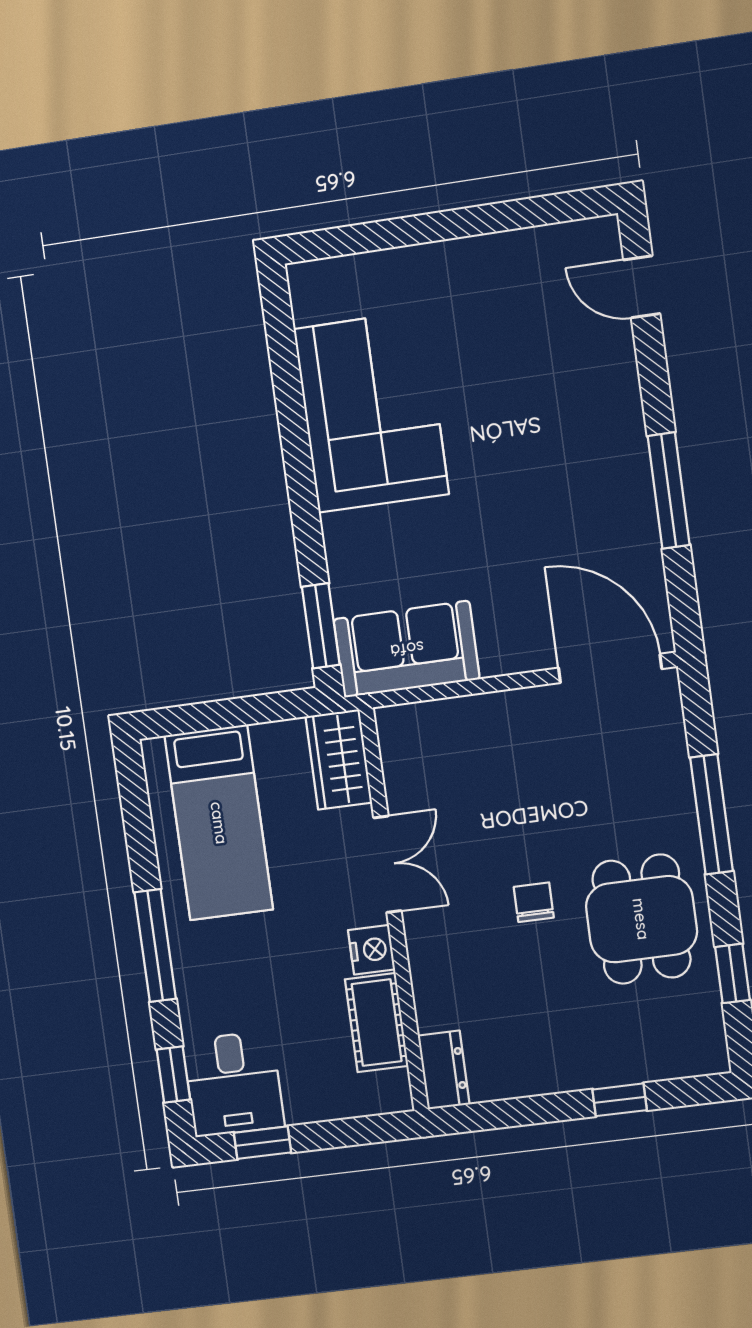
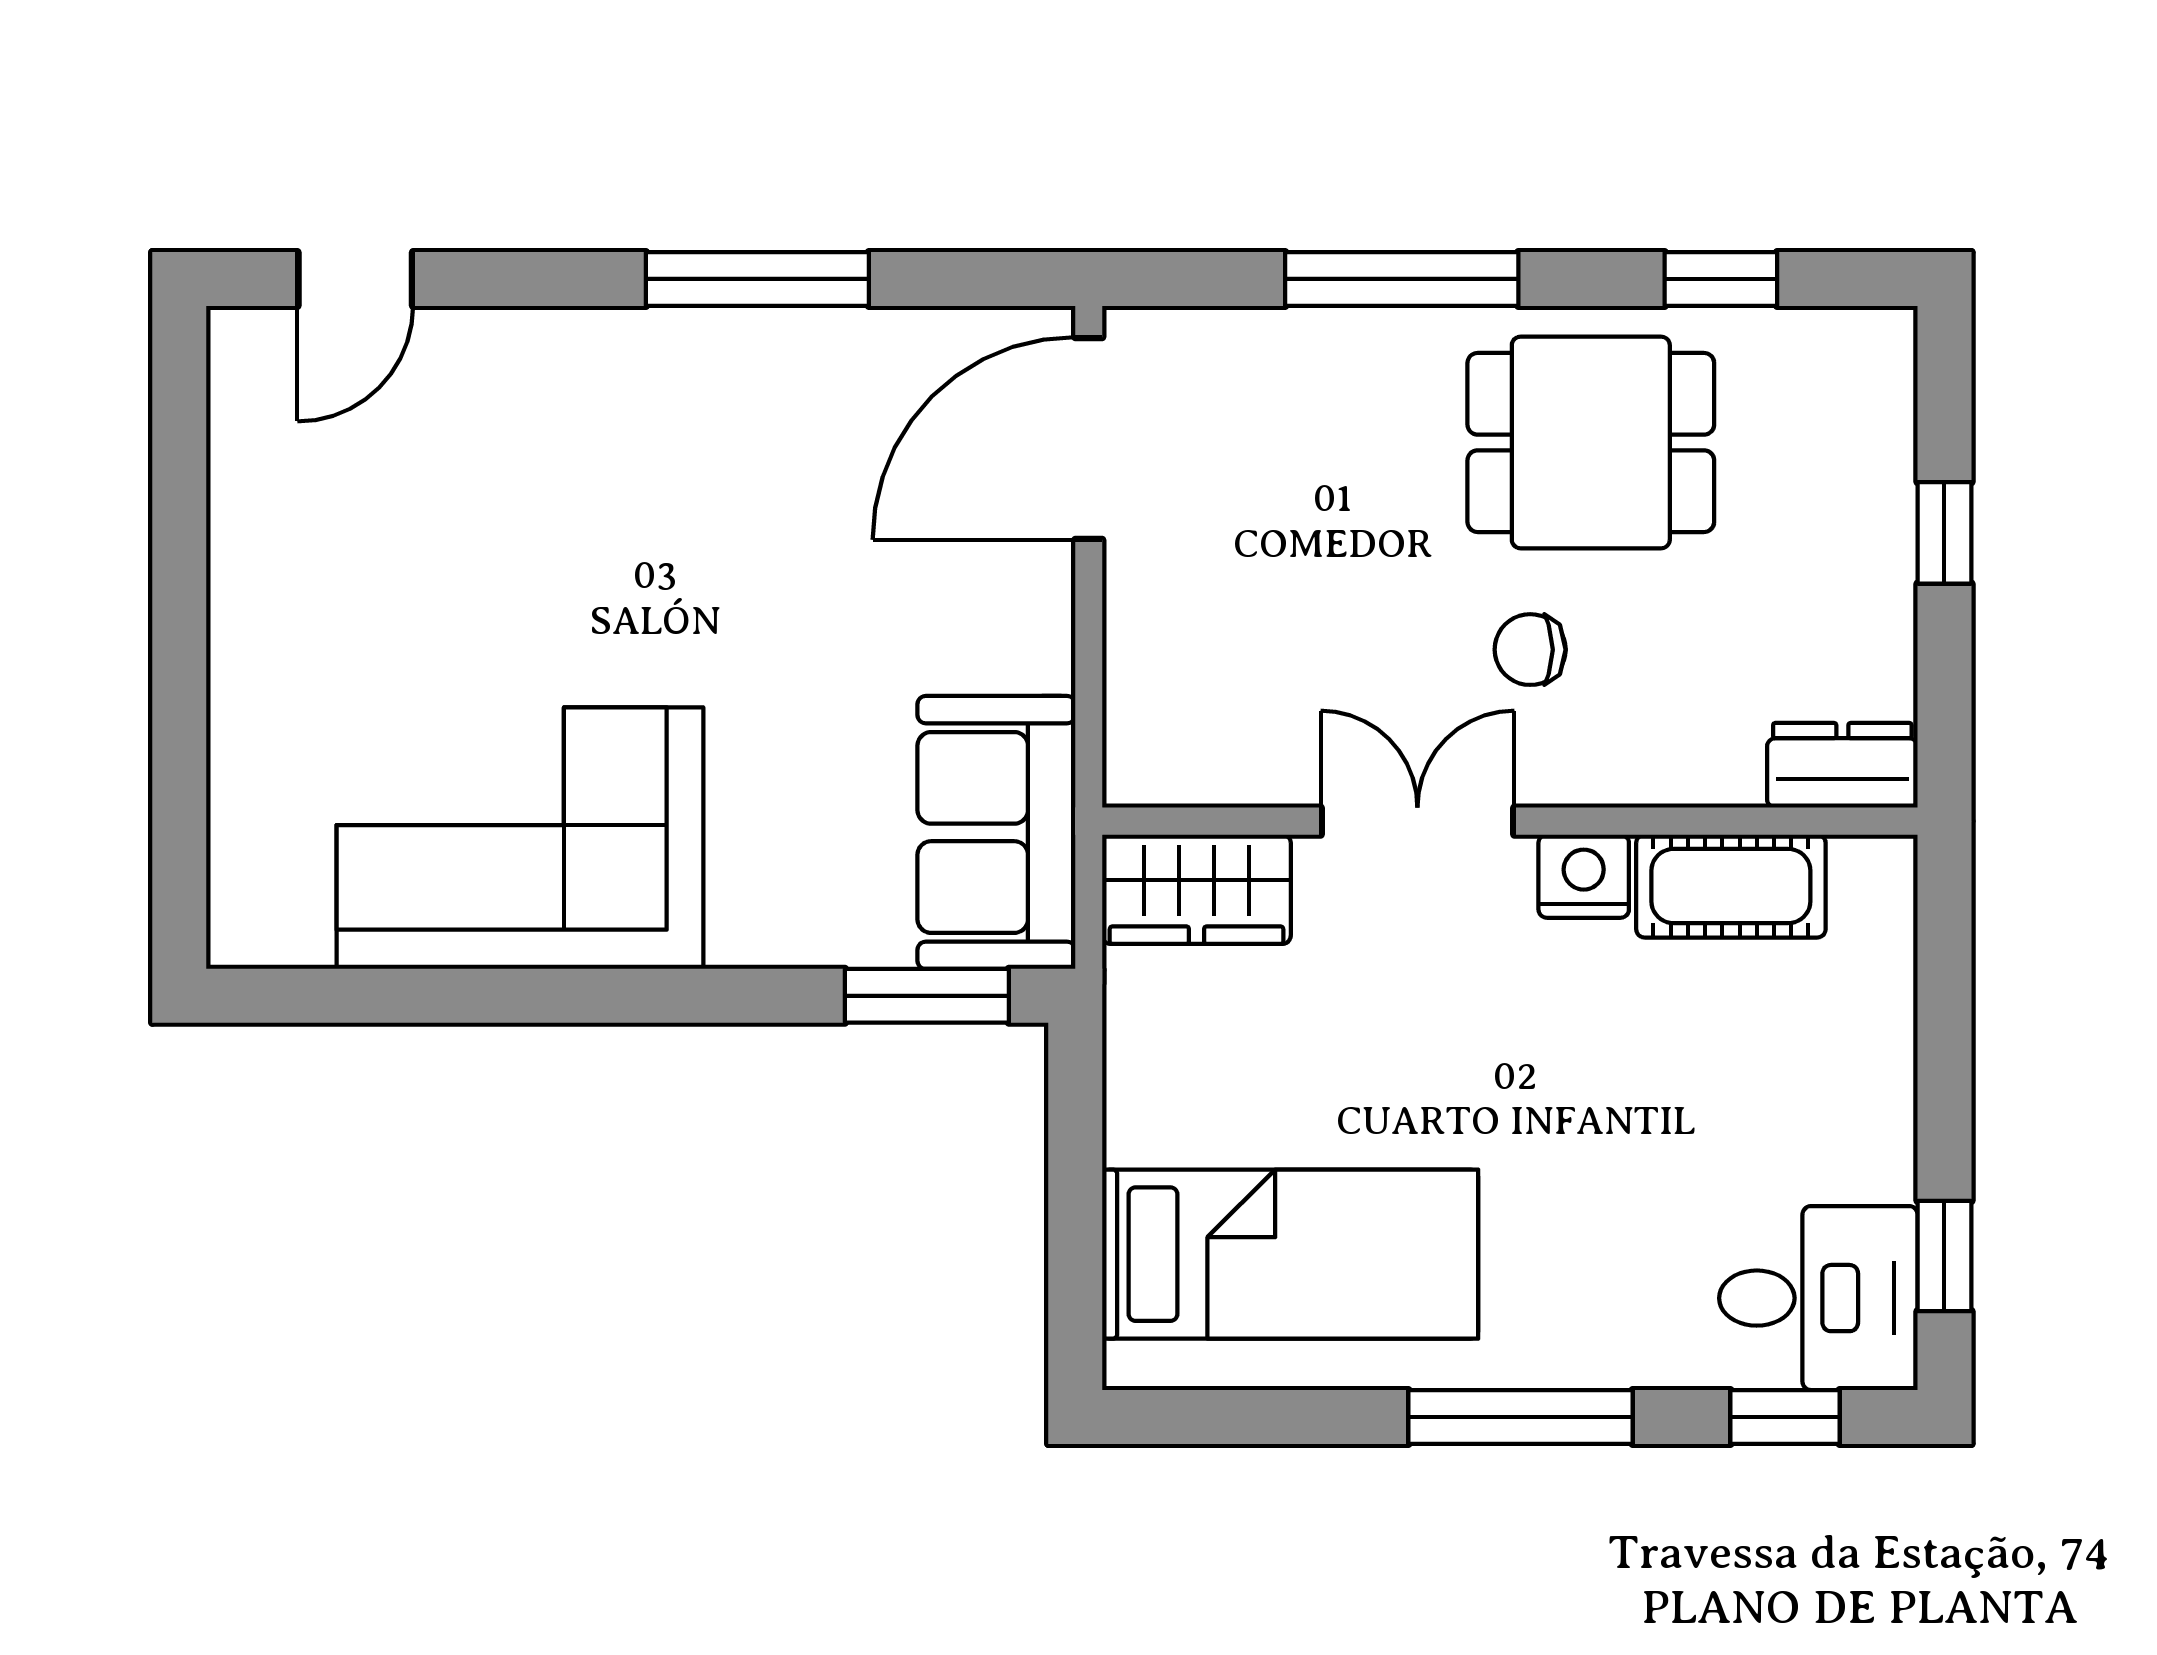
wardrobe: (339, 760) -> (1197, 889), moved
double door: (387, 864) -> (1417, 821), moved
wall: (394, 910) -> (1510, 821), moved
nightstand: (372, 950) -> (1584, 876), moved
cot: (377, 1023) -> (1731, 886), moved
dresser: (444, 1070) -> (1842, 765), moved

